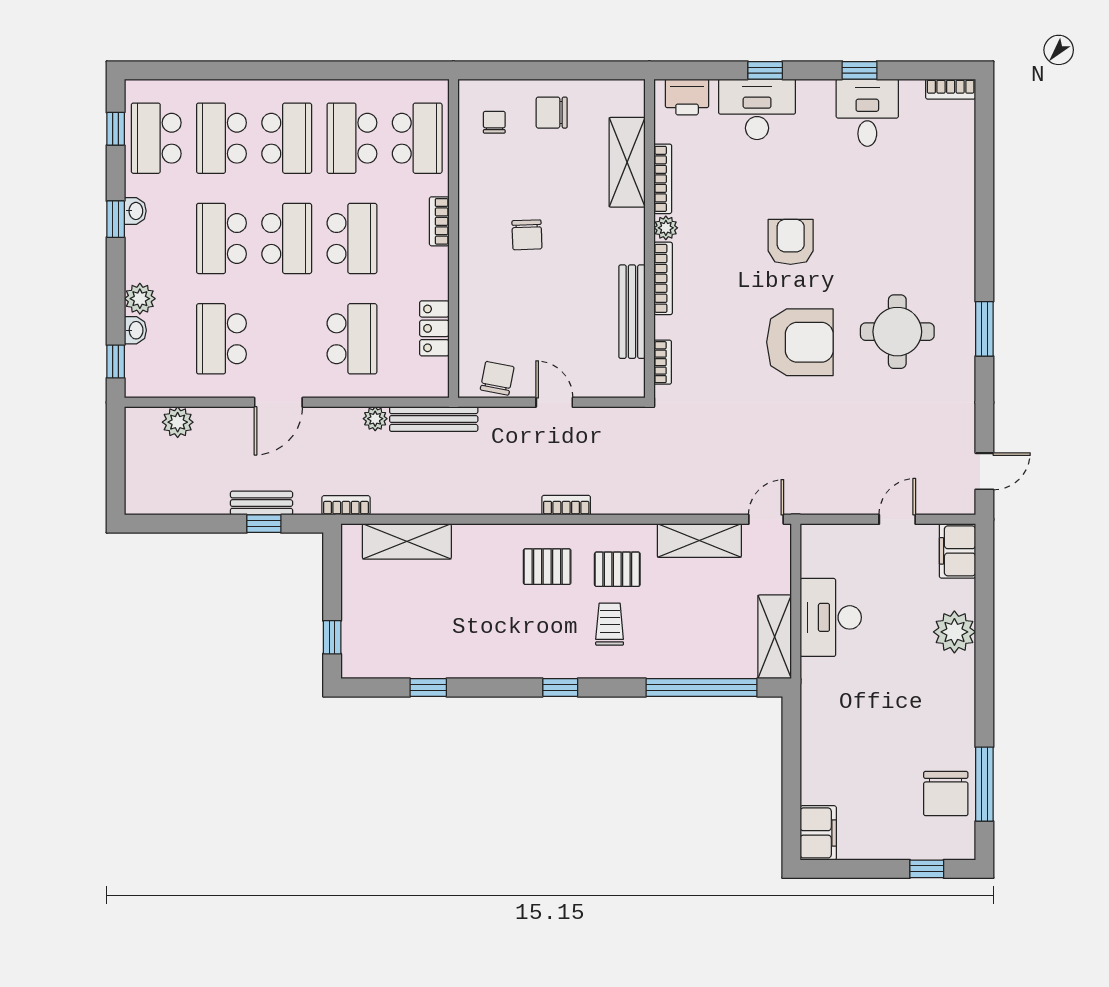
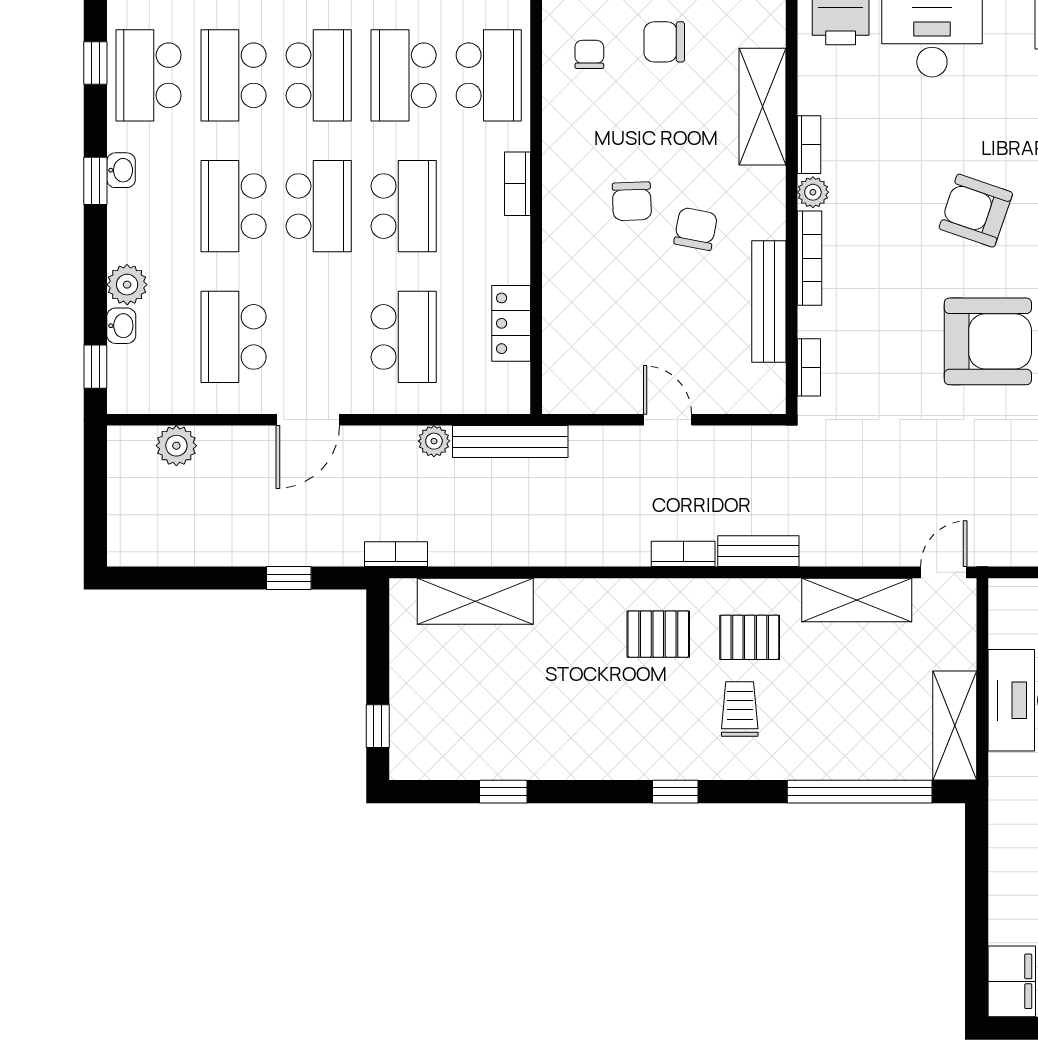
bookcase: (663, 179) -> (809, 145), width x0.64
armchair: (791, 242) -> (976, 211), turned -71
chair: (497, 378) -> (696, 229), moved
bench: (261, 503) -> (758, 551), moved

